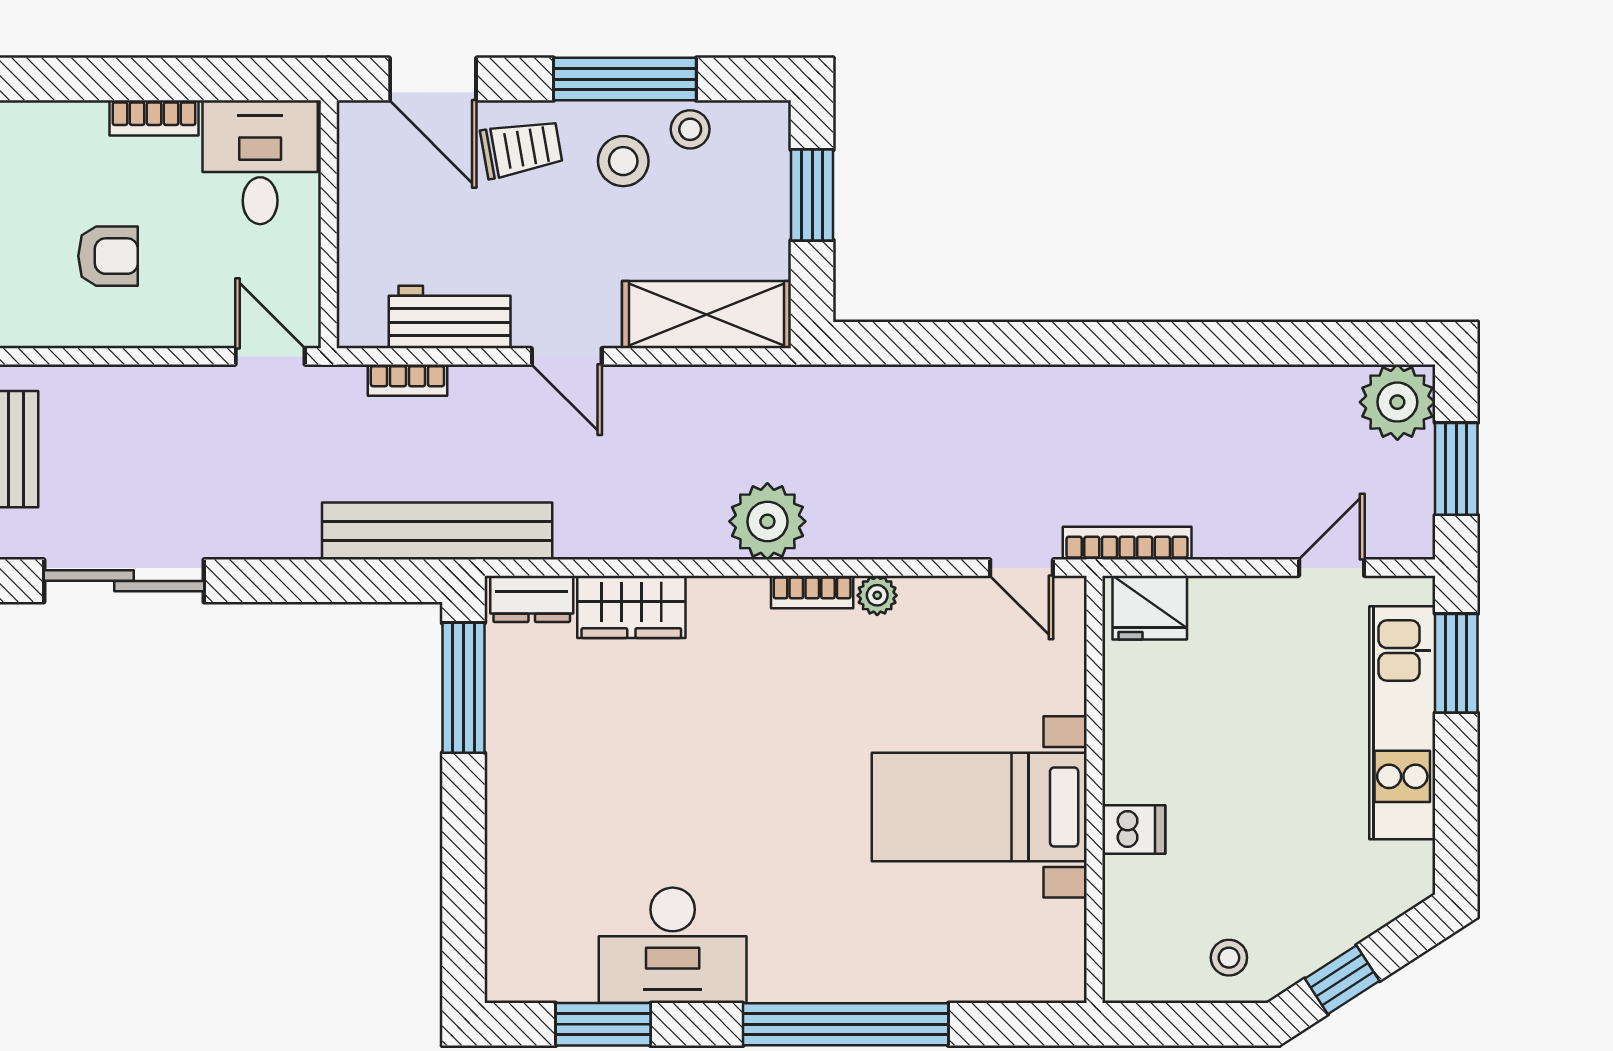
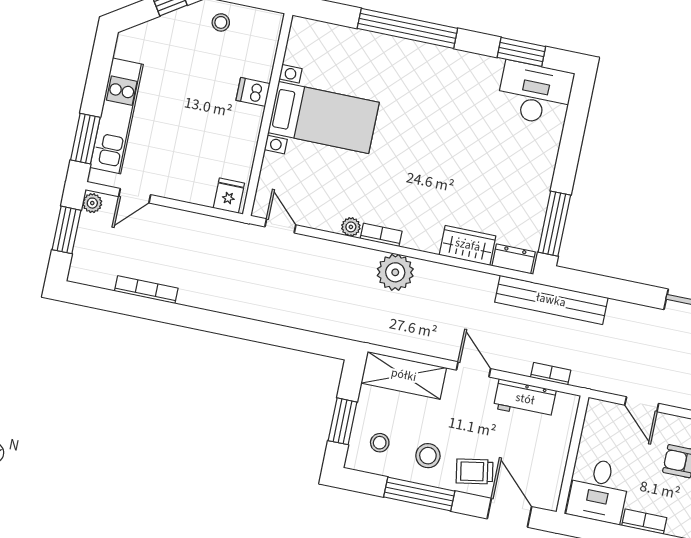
stool: (690, 129) -> (380, 443), moved
door: (270, 356) -> (642, 404), moved
plant: (1397, 402) -> (92, 203), moved, width x0.53, depth x0.53
bookcase: (1127, 543) -> (146, 290), moved, turned 180
fridge: (1150, 608) -> (229, 196), width x0.72
desk: (673, 945) -> (535, 93), moved

